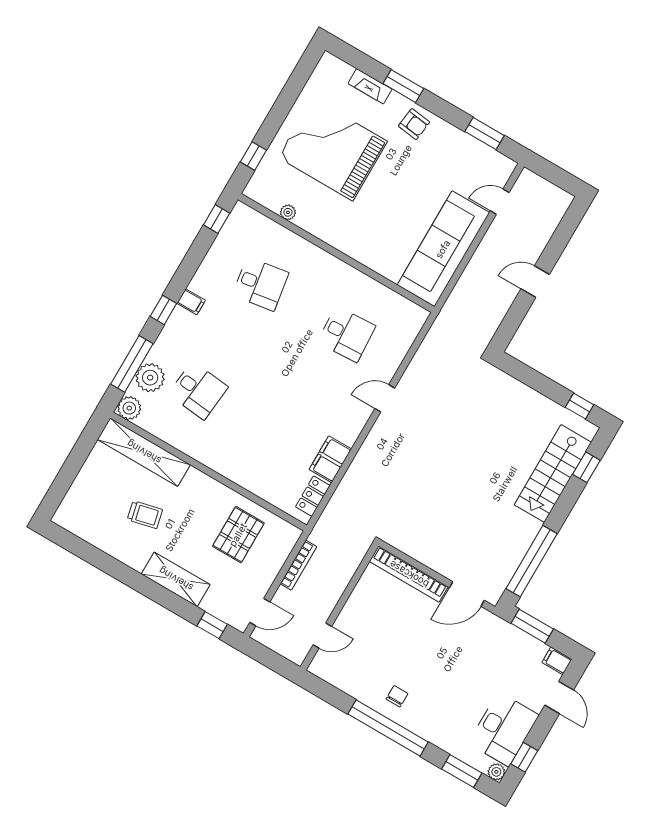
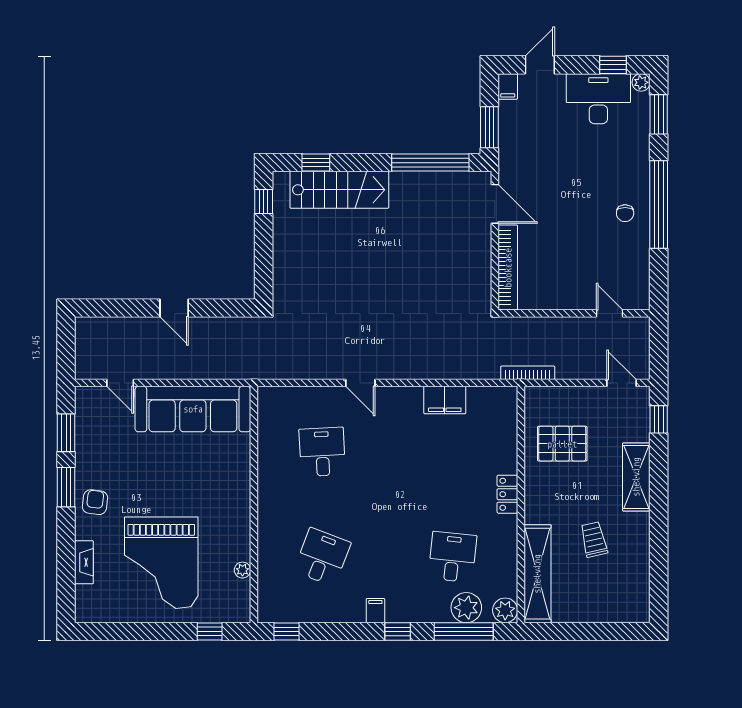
window: (403, 86) -> (66, 487), moved
desk: (260, 284) -> (322, 557), turned 30
locker: (313, 496) -> (507, 494), moved, turned 90
bookcase: (298, 565) -> (528, 373), moved
chair: (397, 696) -> (625, 213), turned -90

